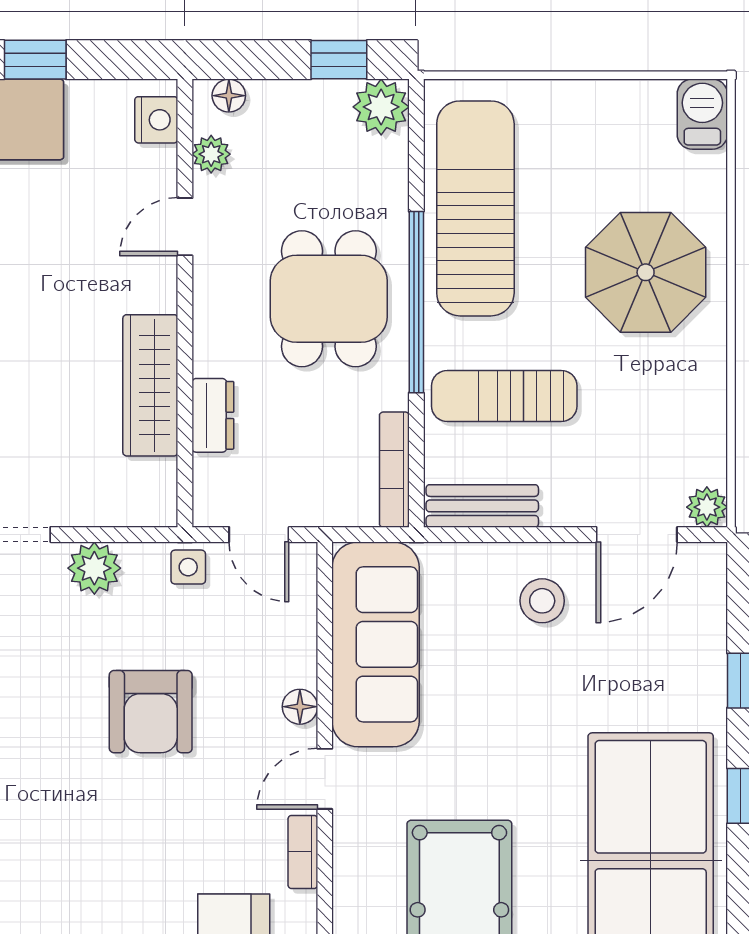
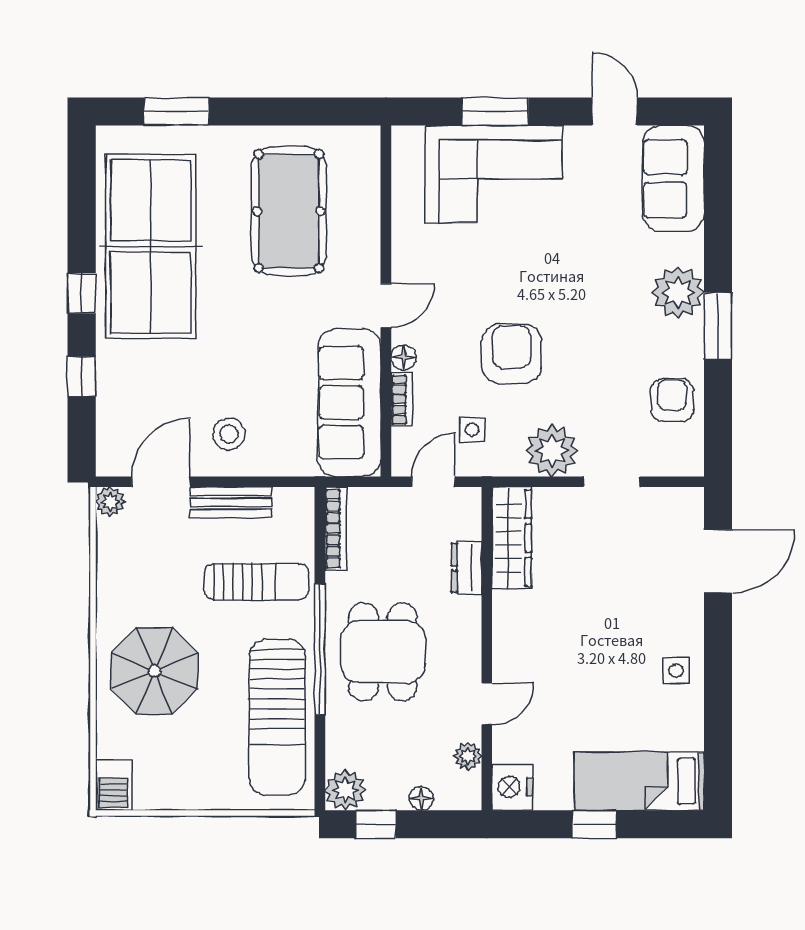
floor lamp: (229, 96) -> (421, 798), moved
nightstand: (156, 120) -> (512, 787), width x1.36, depth x1.33
wardrobe: (150, 385) -> (512, 538), moved
bench: (482, 506) -> (231, 502), moved
door: (259, 535) -> (433, 482), hinge flipped
side table: (188, 567) -> (472, 430), moved
plant: (94, 568) -> (552, 451), width x1.36, depth x1.36
bookcase: (303, 852) -> (402, 400), moved

